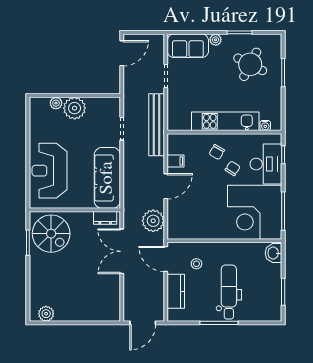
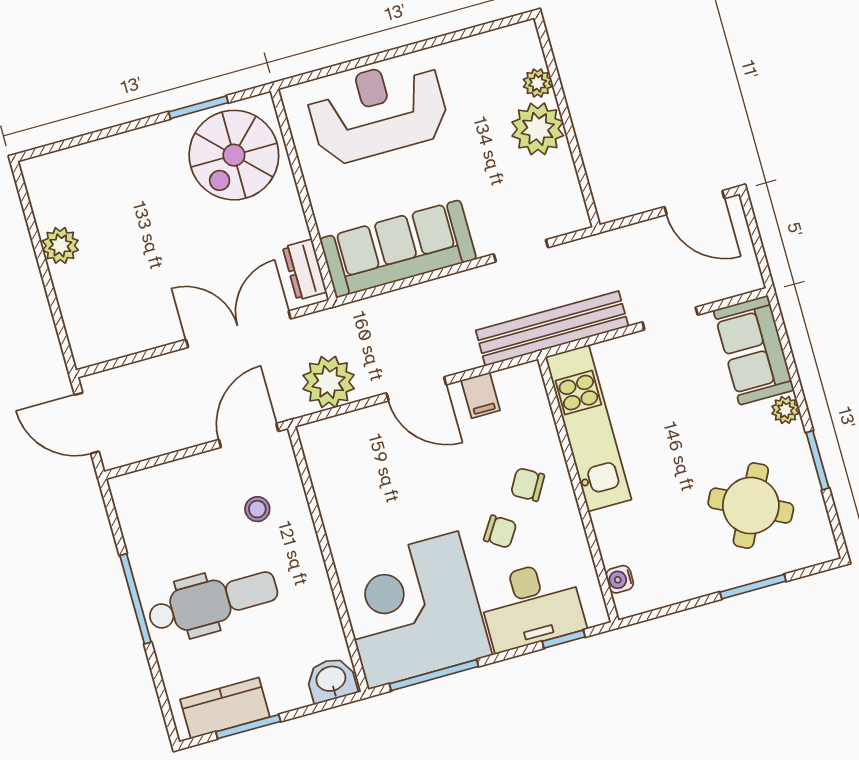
kitchen unit: (225, 121) -> (588, 428), moved
kitchen counter: (176, 291) -> (225, 708), moved, turned 180
plant: (46, 314) -> (60, 245), moved

